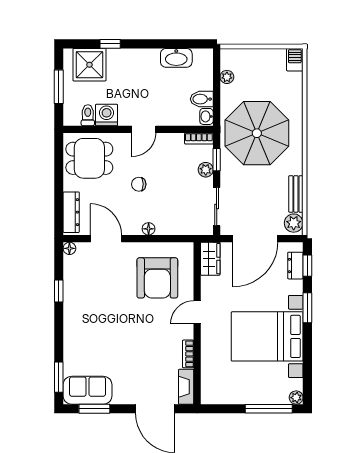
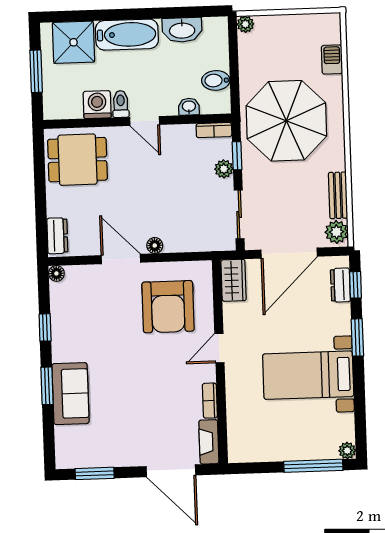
window: (110, 44) -> (99, 15), removed
bathtub: (132, 60) -> (127, 35), added
barbecue: (295, 60) -> (332, 60), moved
plant: (227, 77) -> (245, 24), moved
toilet: (88, 115) -> (121, 104), moved
washbasin: (206, 116) -> (189, 107), moved, turned 90
door: (144, 129) -> (145, 121), hinge flipped
chair: (139, 184) -> (141, 190), removed
dresser: (71, 212) -> (57, 236), width x0.70
door: (106, 239) -> (121, 259), moved
bed with nightstands: (267, 336) -> (308, 375), width x0.73
window: (59, 377) -> (47, 386), moved
sofa: (88, 390) -> (70, 394), moved, turned 90

